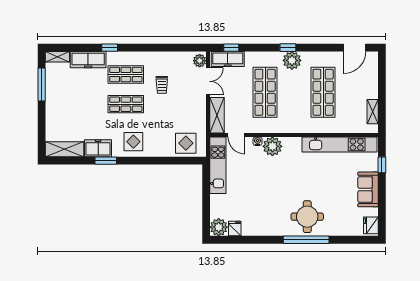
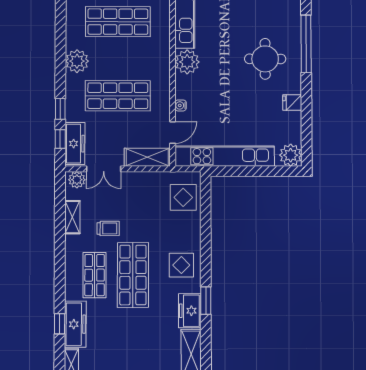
window: (110, 48) -> (60, 324), moved
window: (288, 48) -> (60, 109), moved
shelving: (171, 57) -> (72, 217), added
double door: (208, 81) -> (104, 169), swing flipped
shop shelf: (126, 104) -> (133, 275), width x1.43, depth x1.36
plant: (272, 146) -> (187, 62), moved
kitchen unit: (218, 165) -> (225, 156), width x1.36
round table: (307, 217) -> (265, 59), moved
fridge: (235, 229) -> (292, 102), moved

